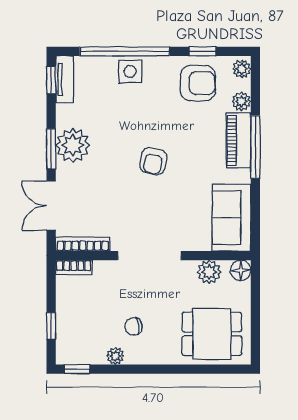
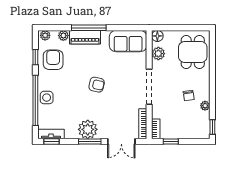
window: (51, 326) -> (171, 142), moved

